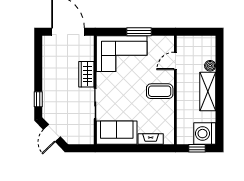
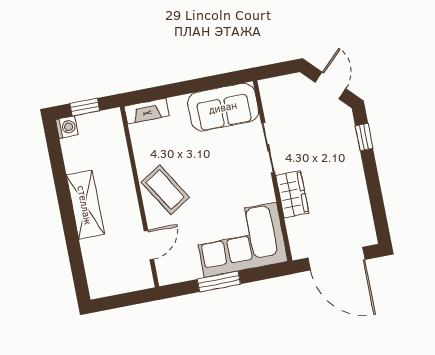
boiler: (210, 66) -> (90, 248), removed
coffee table: (160, 91) -> (165, 190), turned 58
washing machine: (205, 134) -> (67, 127), width x0.53, depth x0.53
fireplace: (151, 139) -> (147, 111), moved

